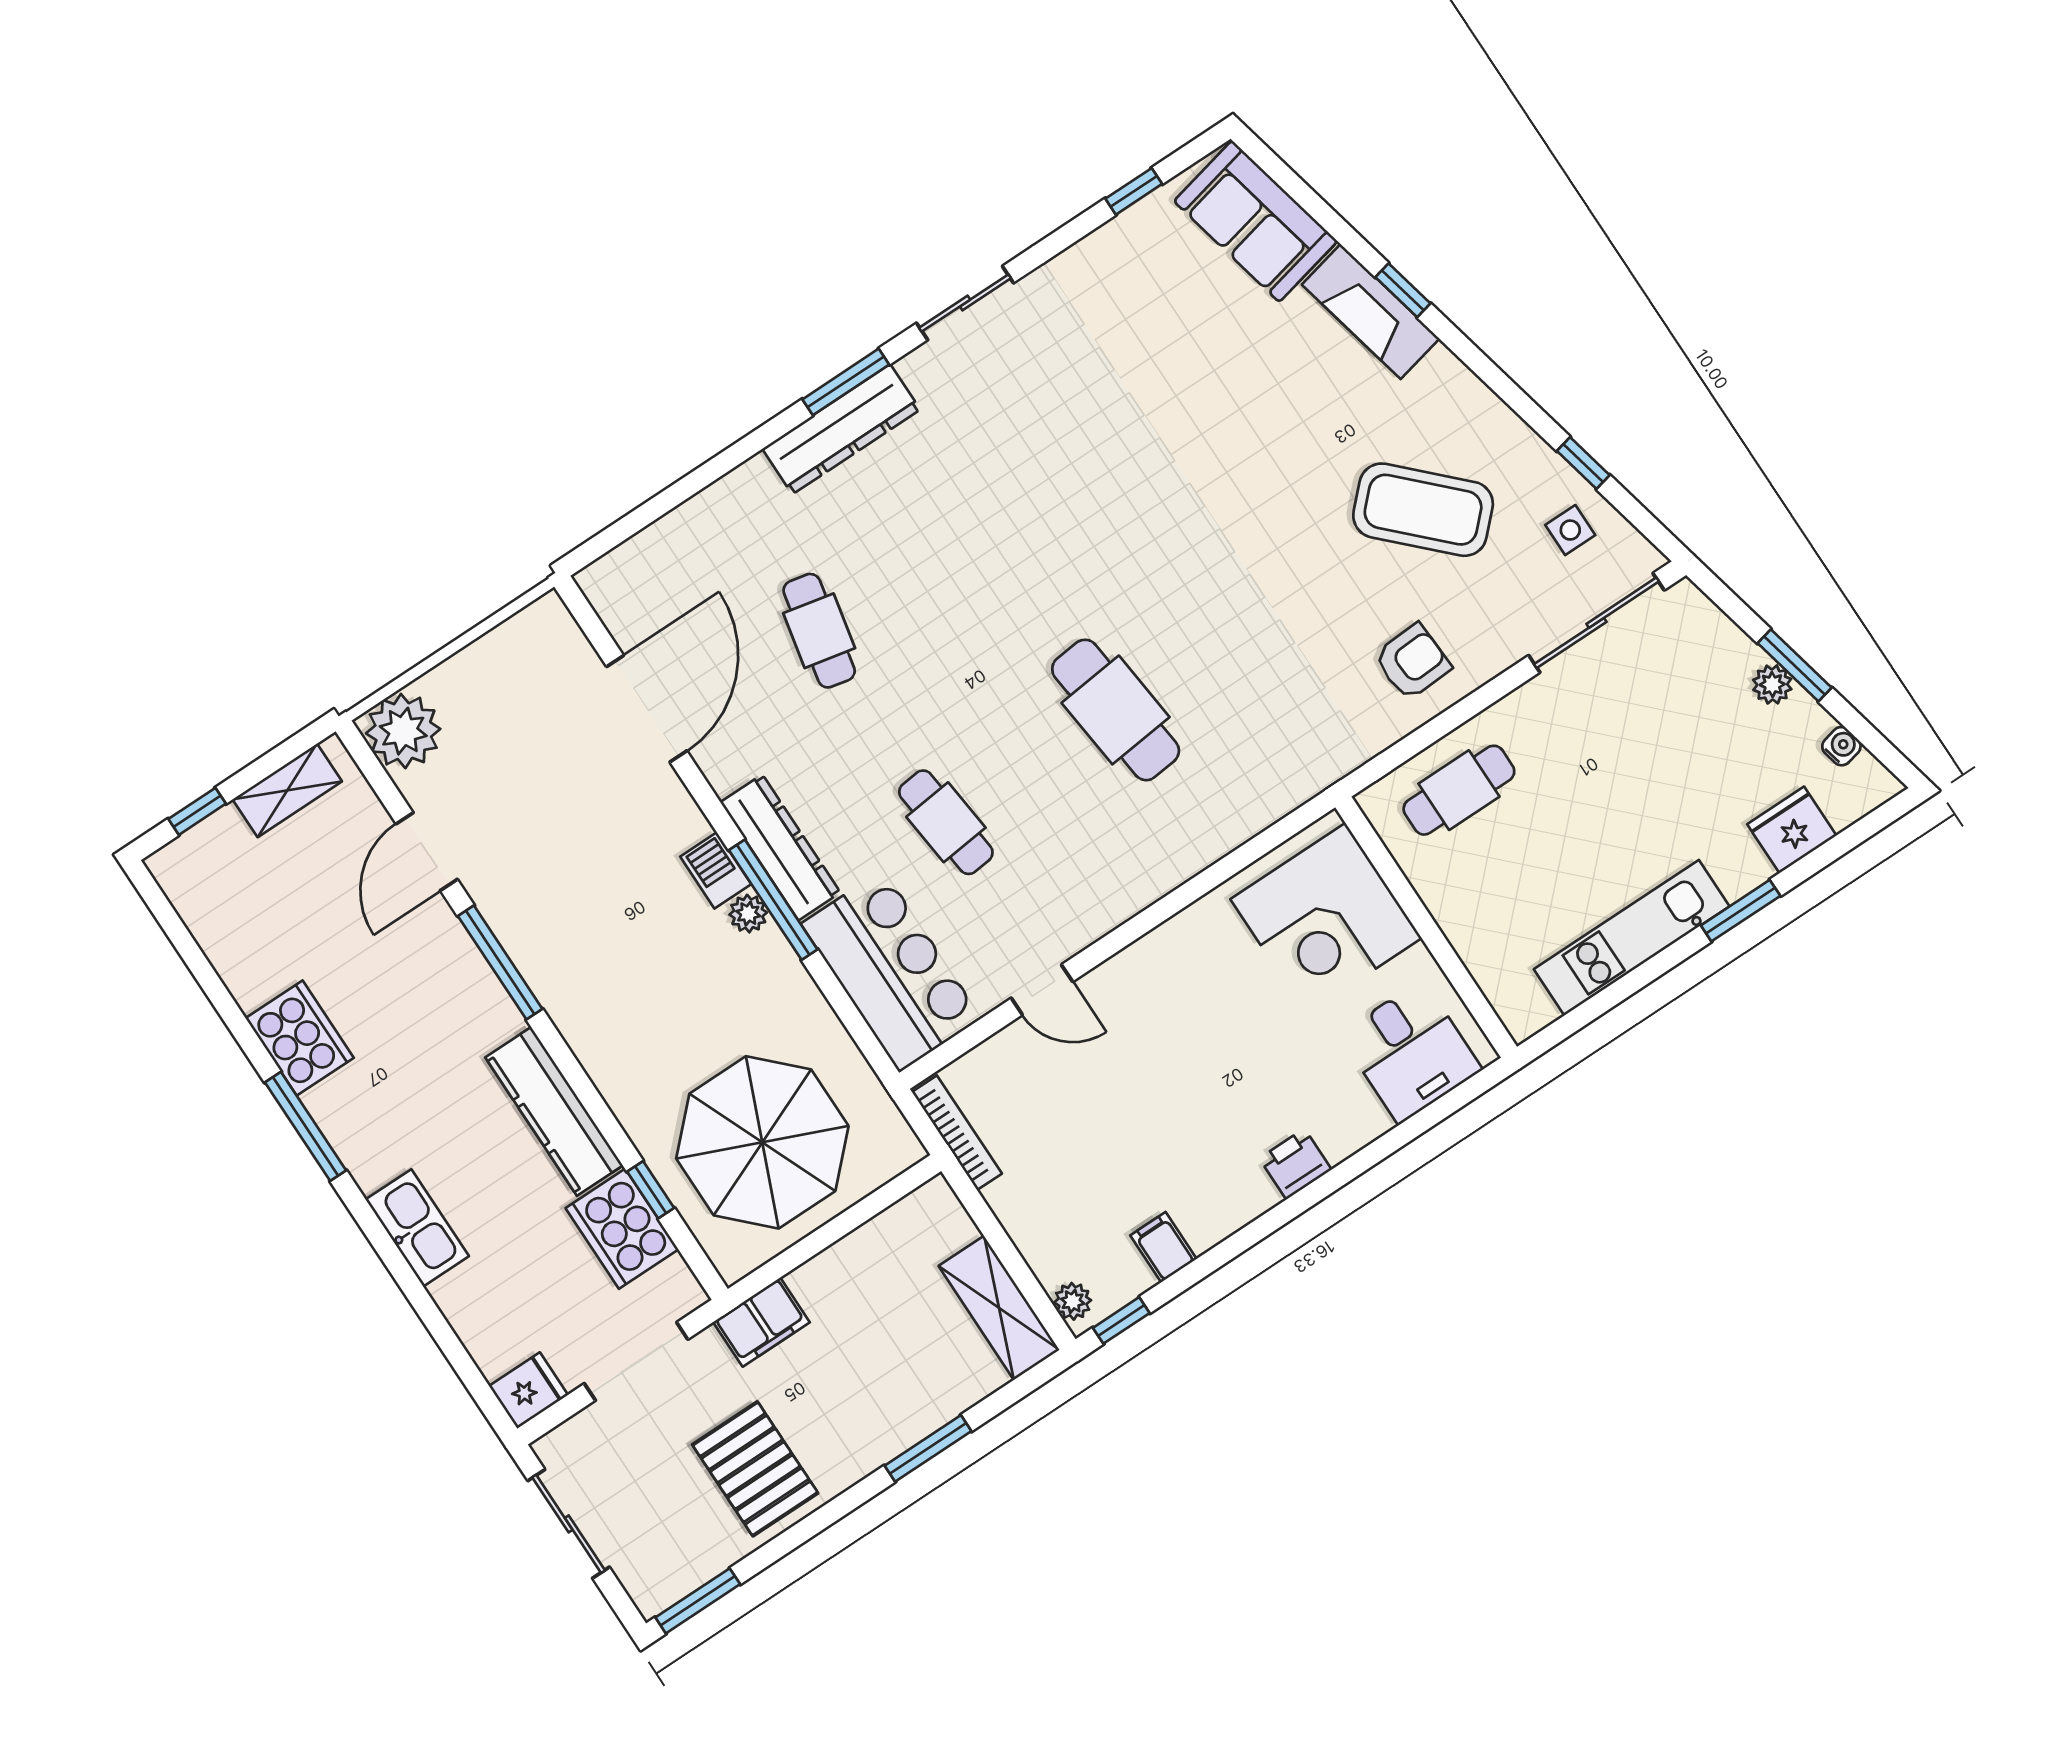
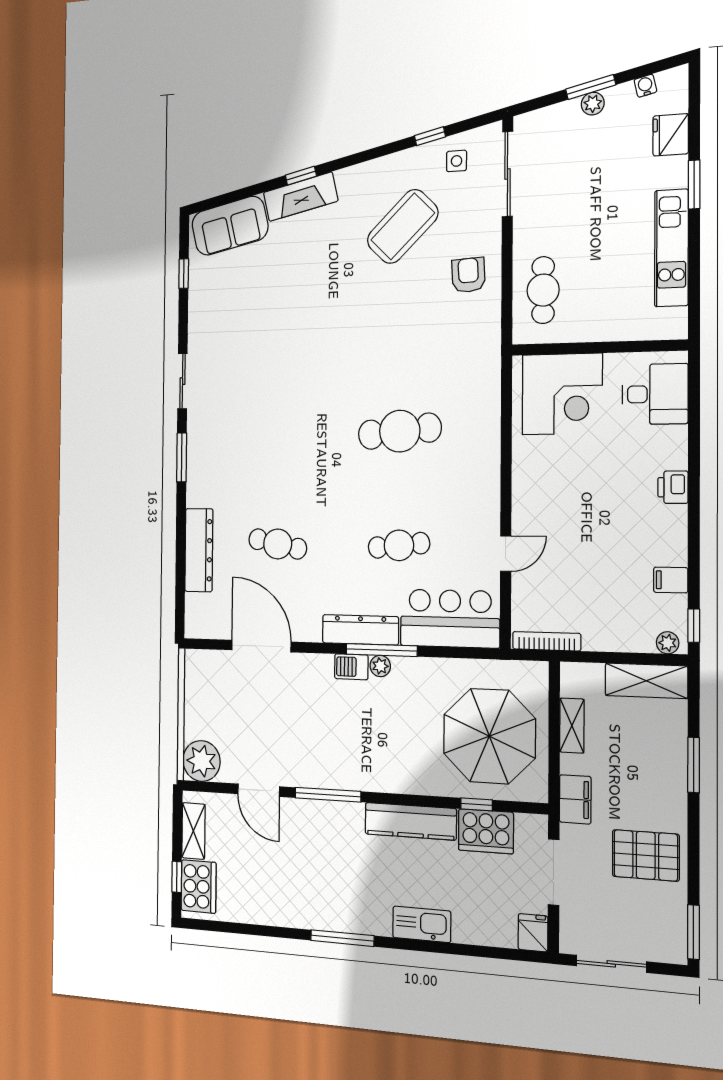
dresser: (841, 429) -> (199, 550), moved
cooker: (300, 1038) -> (199, 886), moved, turned 90
shelving: (862, 1248) -> (572, 726), added

